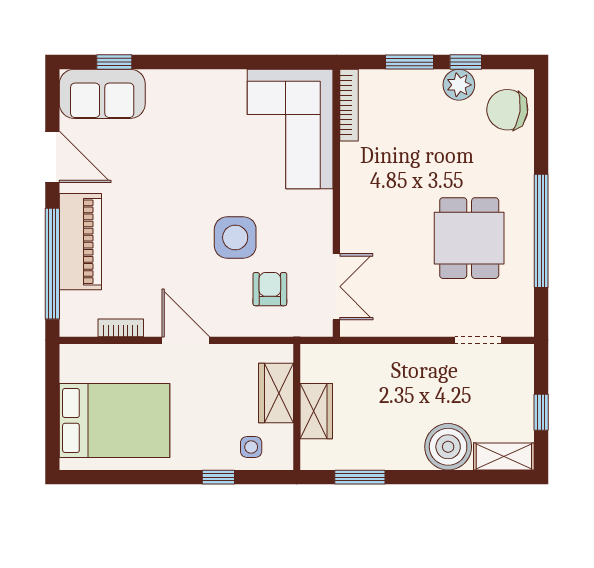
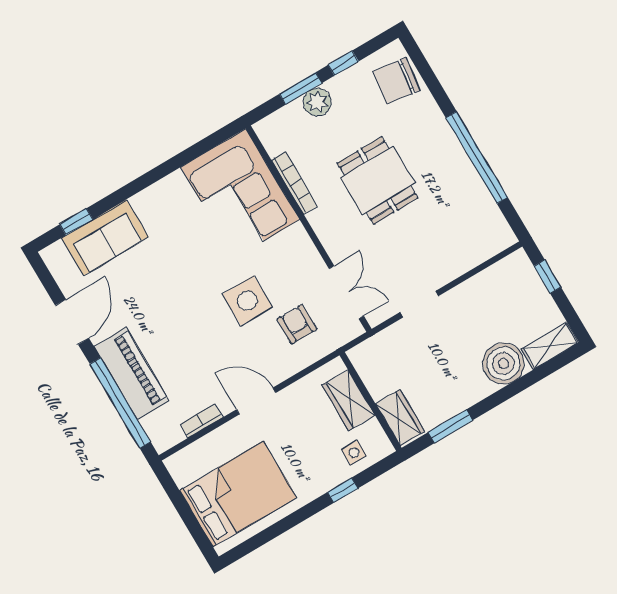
plant: (459, 85) -> (317, 102), moved
sofa: (102, 94) -> (105, 237), moved
bookcase: (349, 105) -> (294, 183), moved
door: (52, 157) -> (72, 322), hinge flipped
dining table: (469, 238) -> (378, 181), moved
doorway: (478, 340) -> (419, 304), moved
wardrobe: (316, 411) -> (400, 418), moved
window: (541, 412) -> (547, 277), moved

